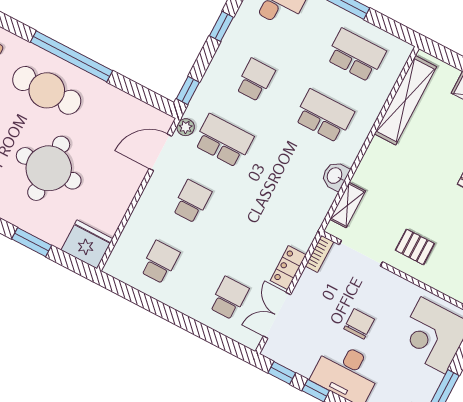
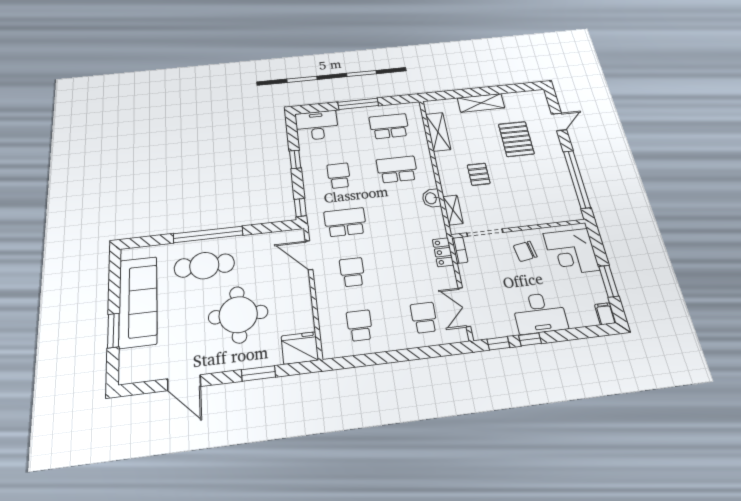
shelving: (405, 100) -> (438, 132), width x0.68
plant: (186, 127) -> (315, 230), removed
door: (160, 152) -> (309, 255), hinge flipped
pallet: (415, 247) -> (479, 174), moved, turned 90
locker: (288, 268) -> (443, 252), moved
chair: (359, 324) -> (525, 251), moved, turned -100

